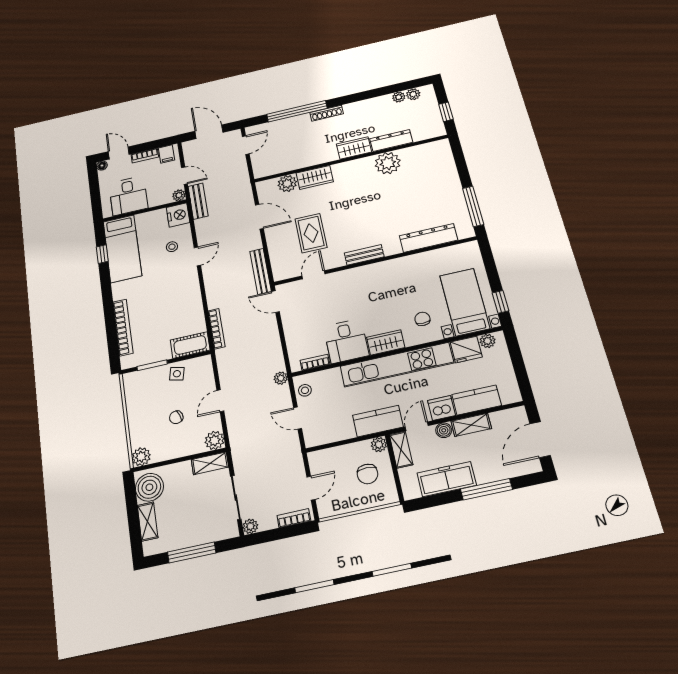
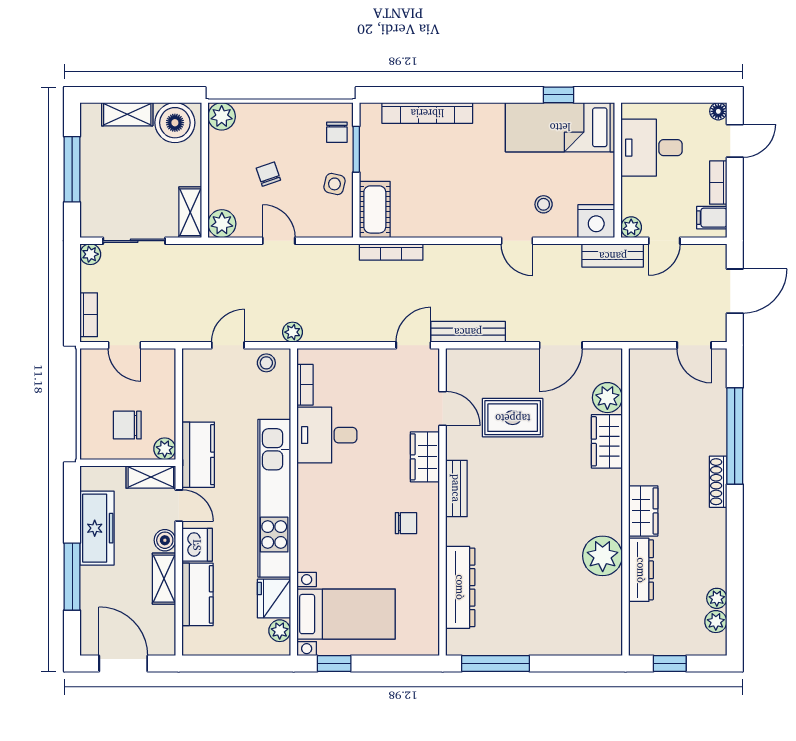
chair: (422, 319) -> (406, 523), moved
wardrobe: (386, 342) -> (425, 457), moved, turned 180
chair: (142, 380) -> (337, 132), added

